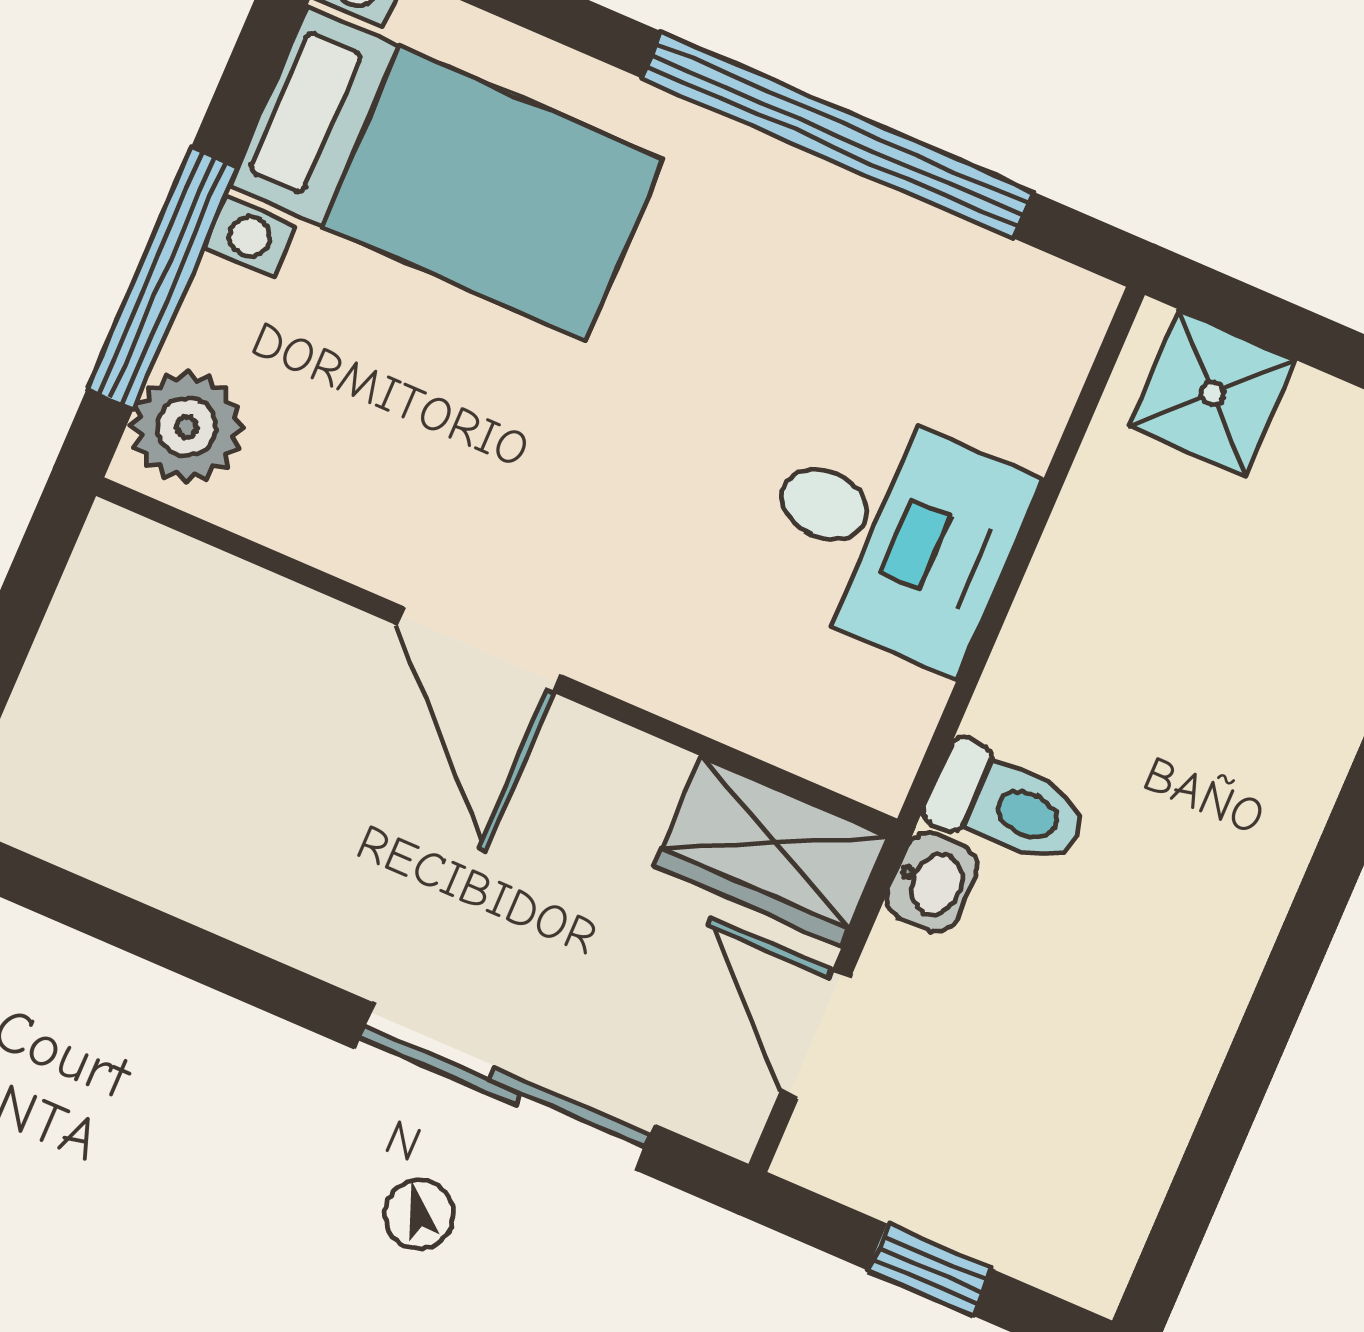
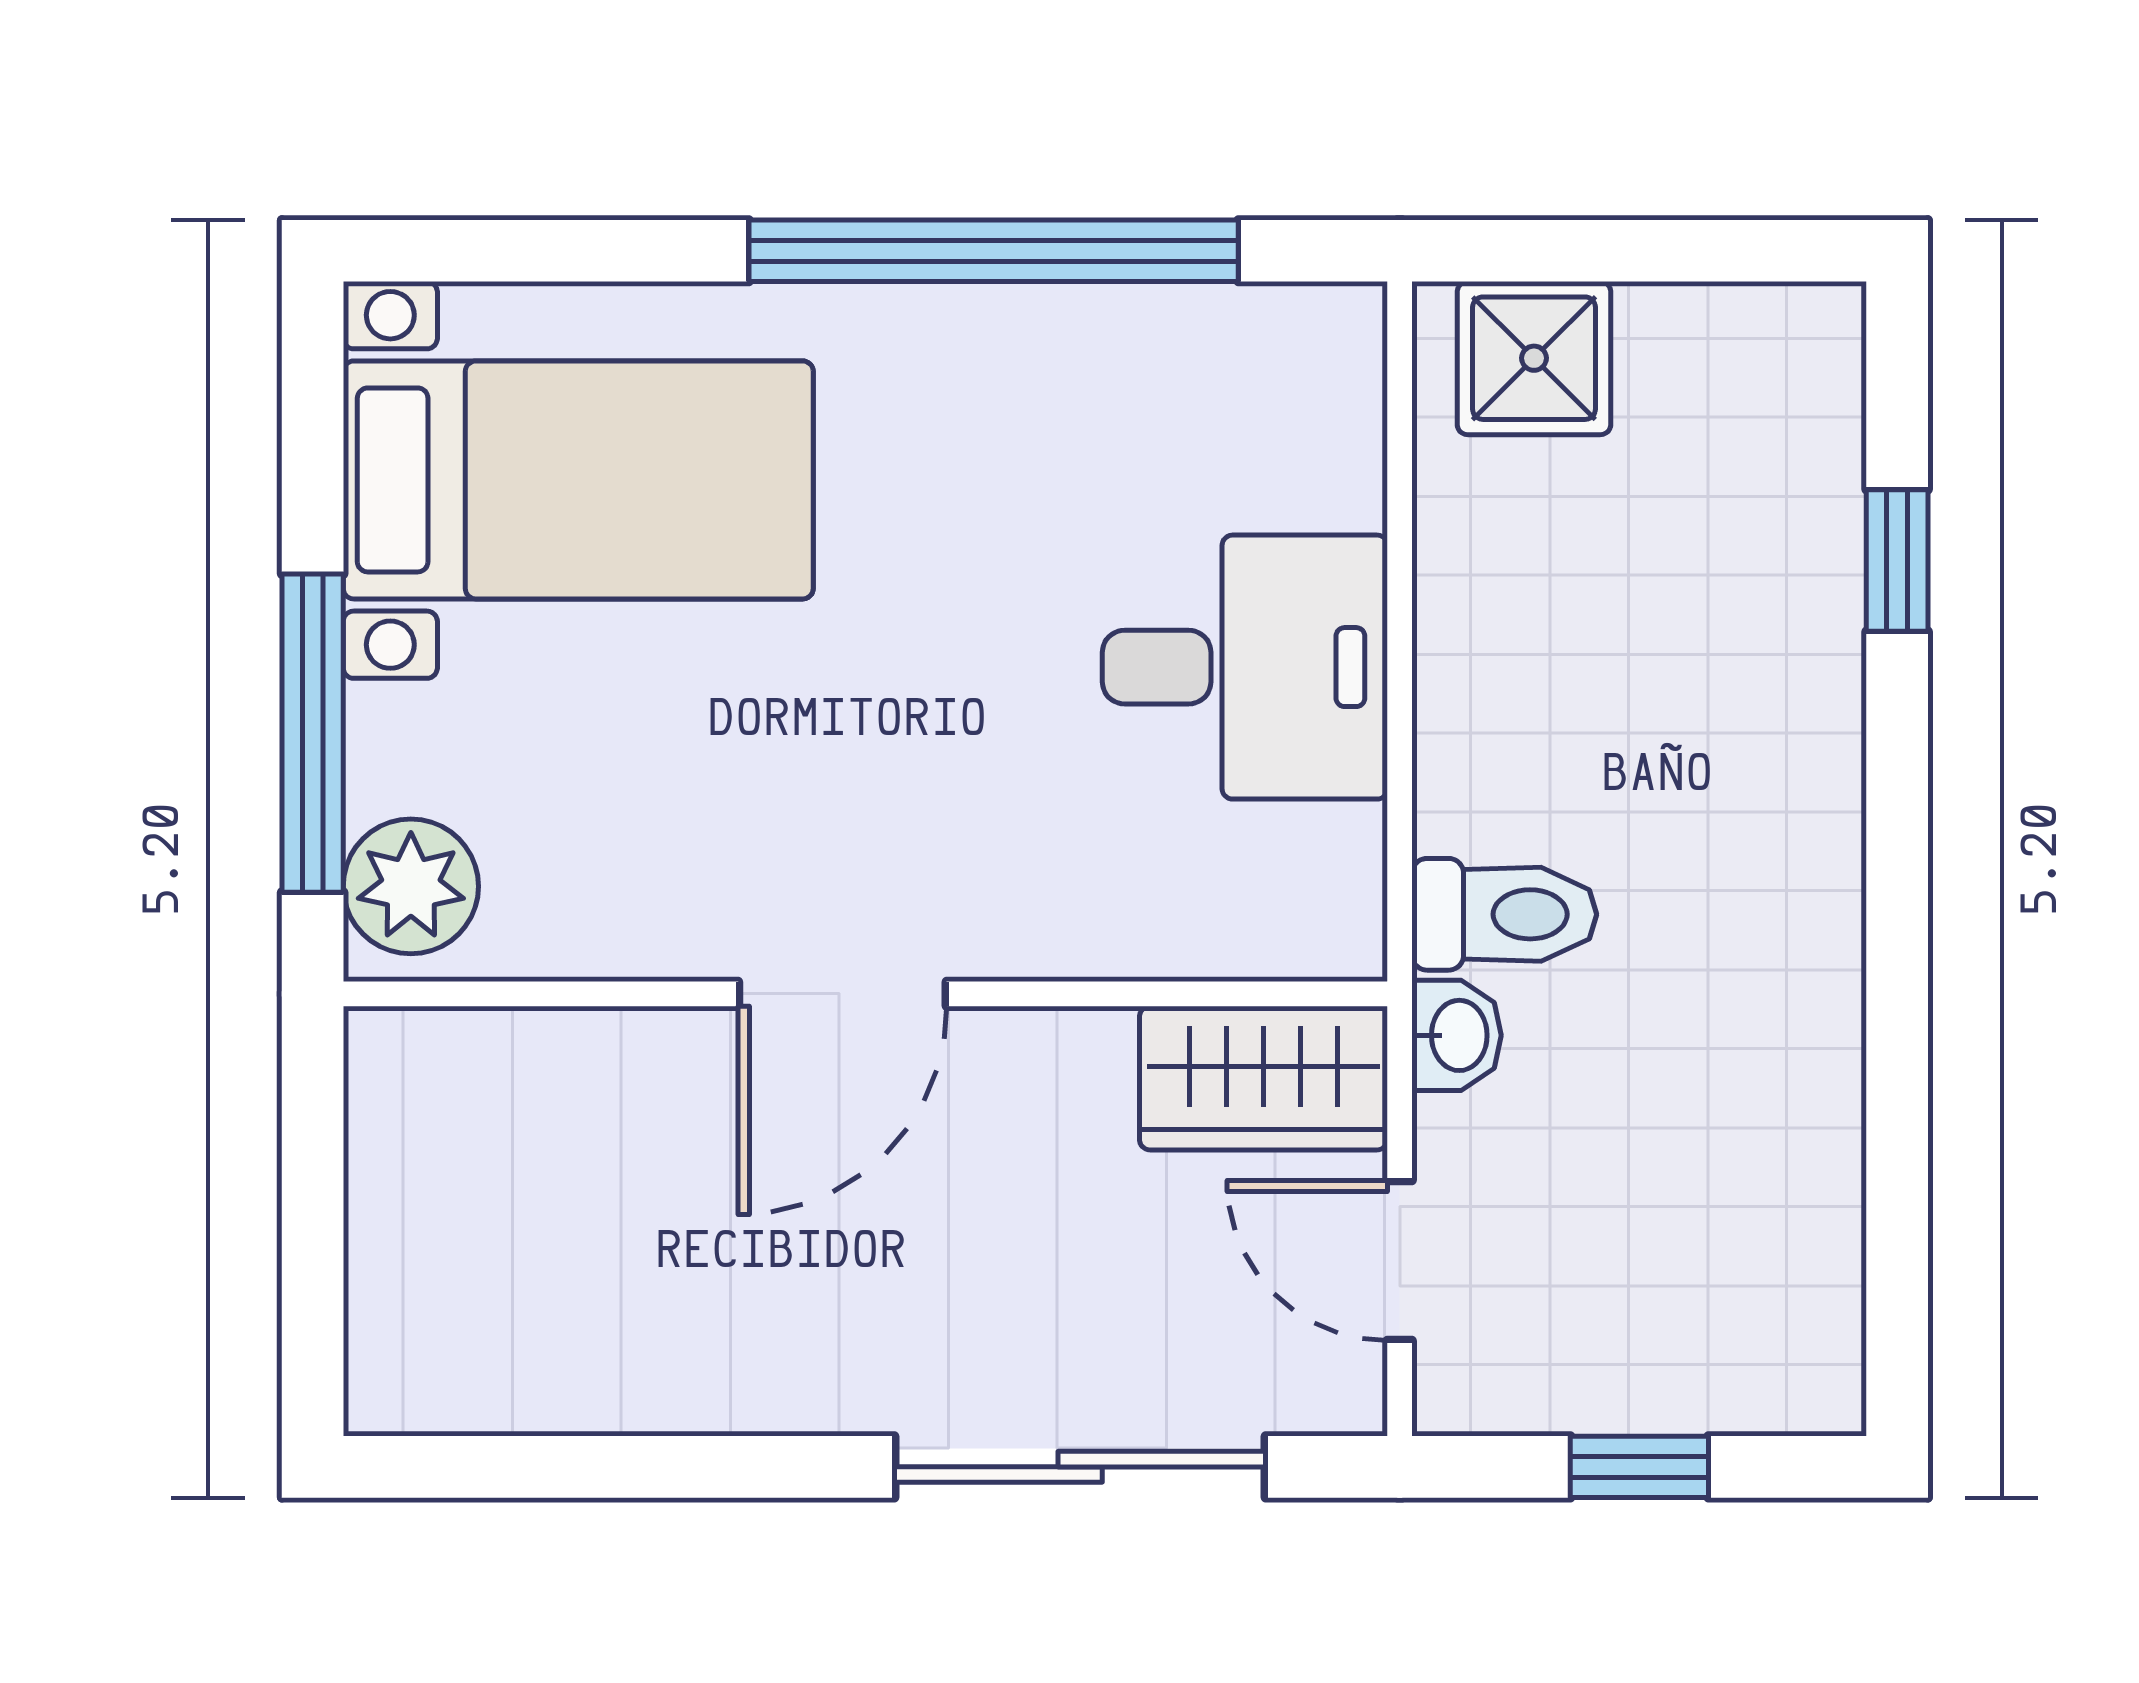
door: (479, 650) -> (842, 994), hinge flipped

